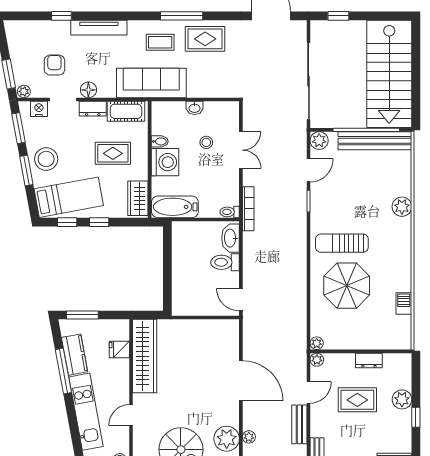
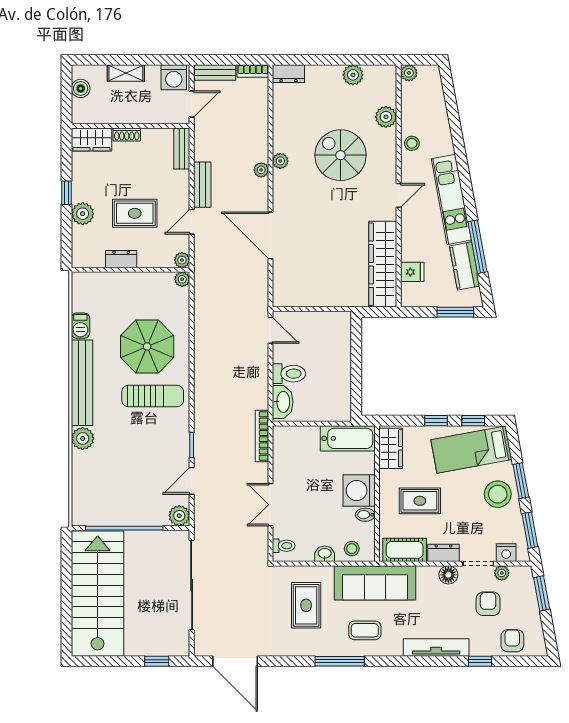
armchair: (34, 33) -> (512, 641), added
rug: (205, 39) -> (306, 605), moved, turned 90
armchair: (54, 65) -> (488, 604), turned 180
plant: (24, 91) -> (502, 573), moved
bench: (375, 141) -> (82, 383), moved, turned 90
stool: (206, 142) -> (352, 549), moved
toilet: (230, 212) -> (284, 546), moved
plant: (227, 439) -> (280, 161), width x0.53, depth x0.53

